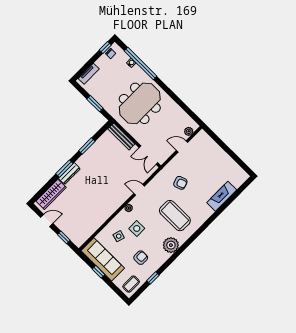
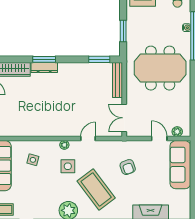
window: (87, 146) -> (99, 59), moved
sofa: (211, 149) -> (180, 165), added
door: (139, 190) -> (88, 139), hinge flipped
coffee table: (175, 216) -> (96, 189), turned -37
side table: (137, 228) -> (68, 166), moved
armchair: (141, 258) -> (33, 196), removed

